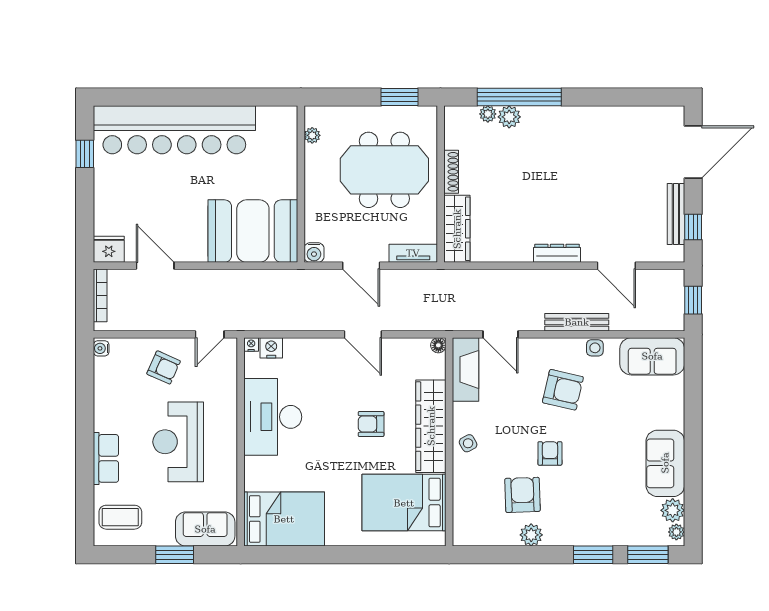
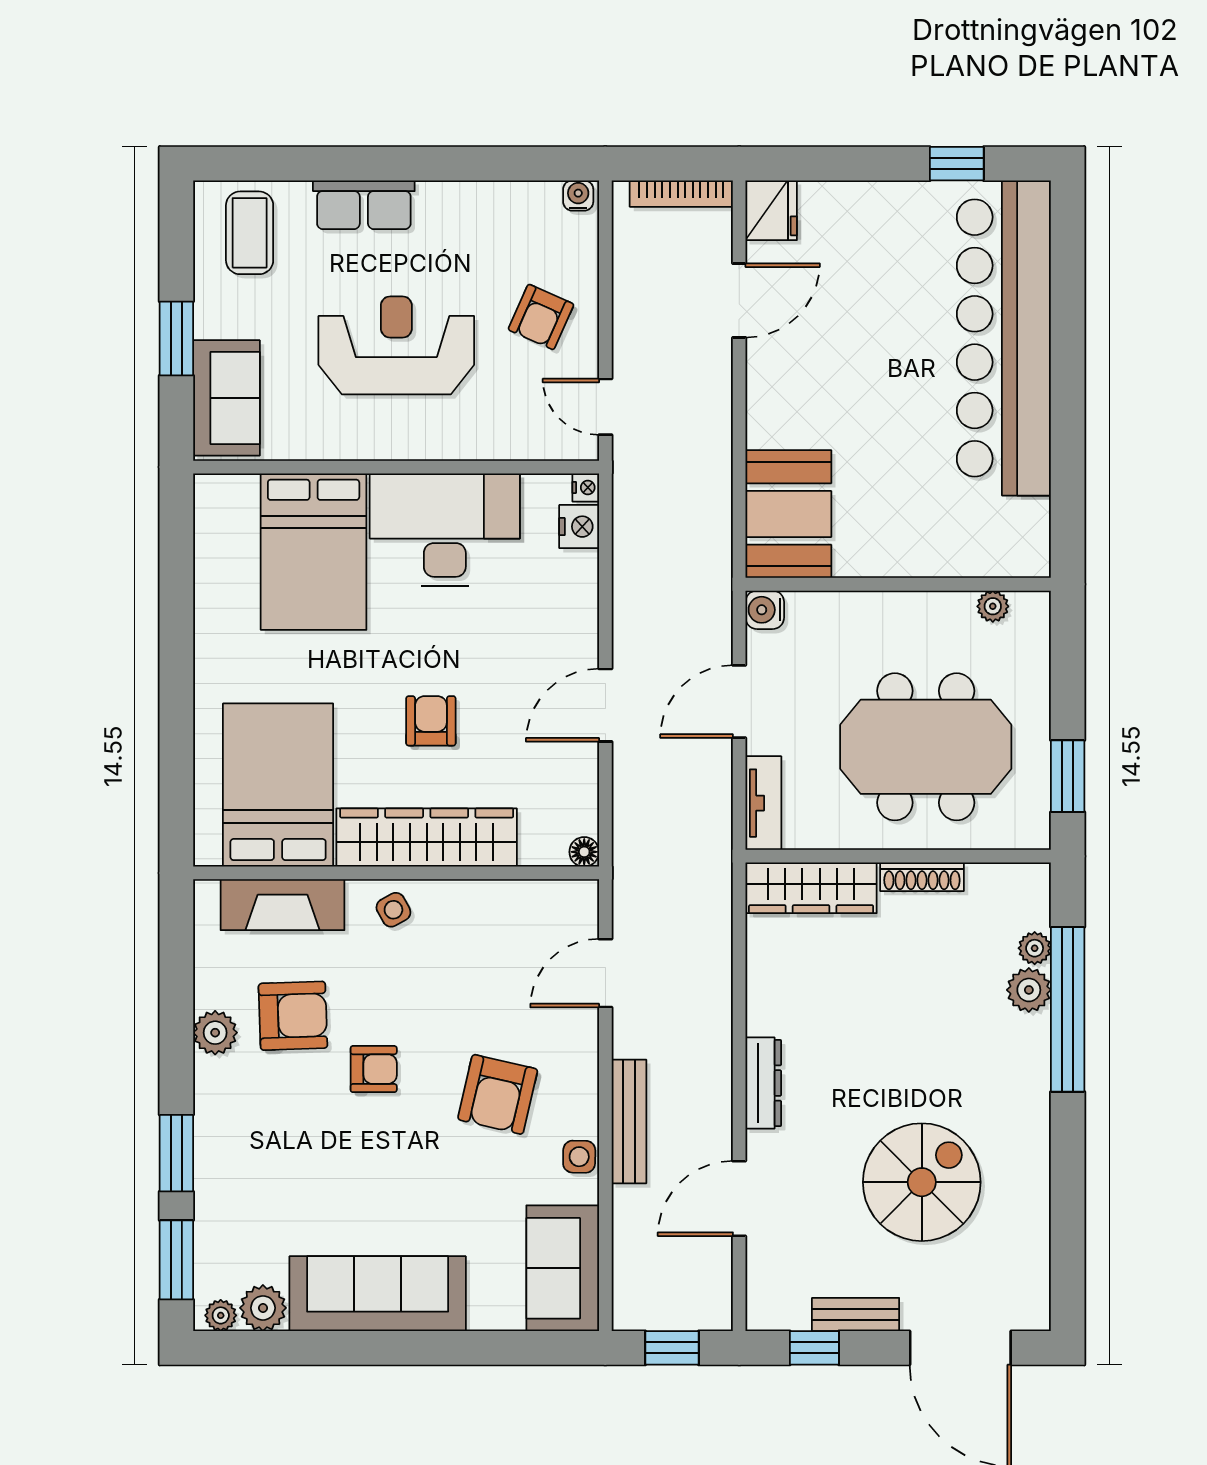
meeting table: (384, 170) -> (926, 747), turned 90
spiral stairs: (608, 172) -> (922, 1182), added
bench: (676, 214) -> (856, 1314), width x0.73
booth: (253, 231) -> (788, 514), width x0.73, depth x0.70
fireplace: (465, 369) -> (283, 905), moved
sofa: (665, 463) -> (378, 1294), width x1.36
bed: (284, 519) -> (314, 552), moved

